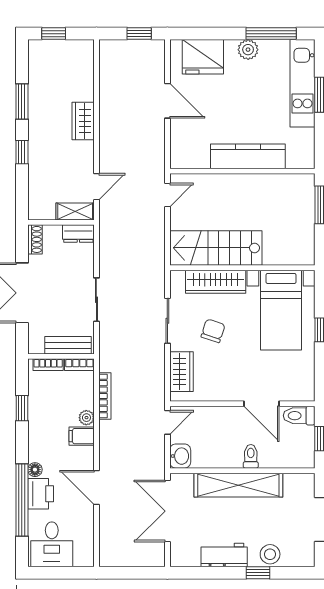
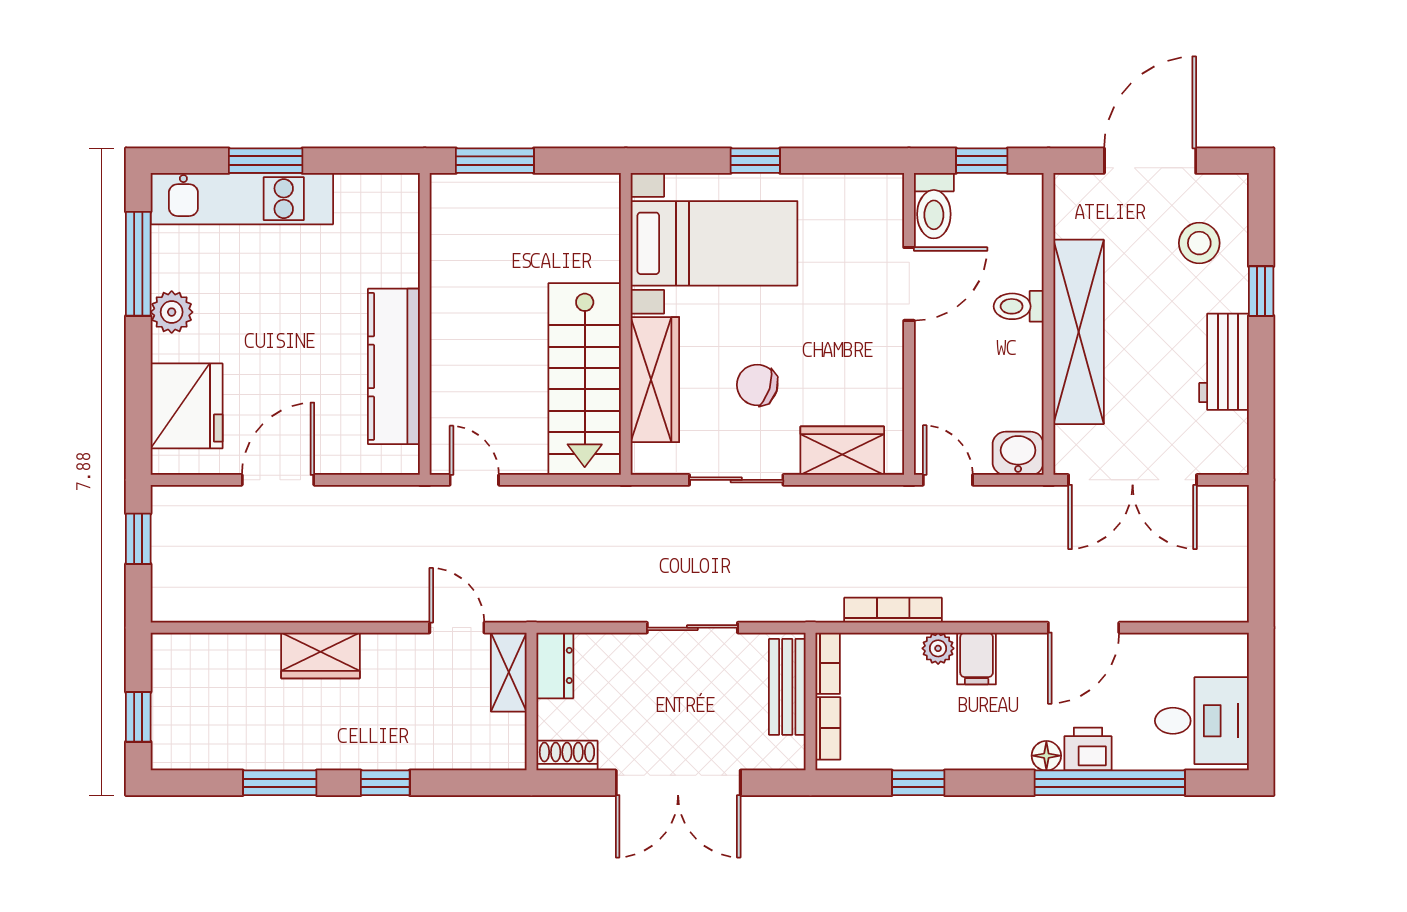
kitchen counter: (248, 156) -> (394, 366), moved
printer: (41, 494) -> (1088, 749), width x0.73, depth x0.81
stool: (270, 554) -> (1199, 243), moved

